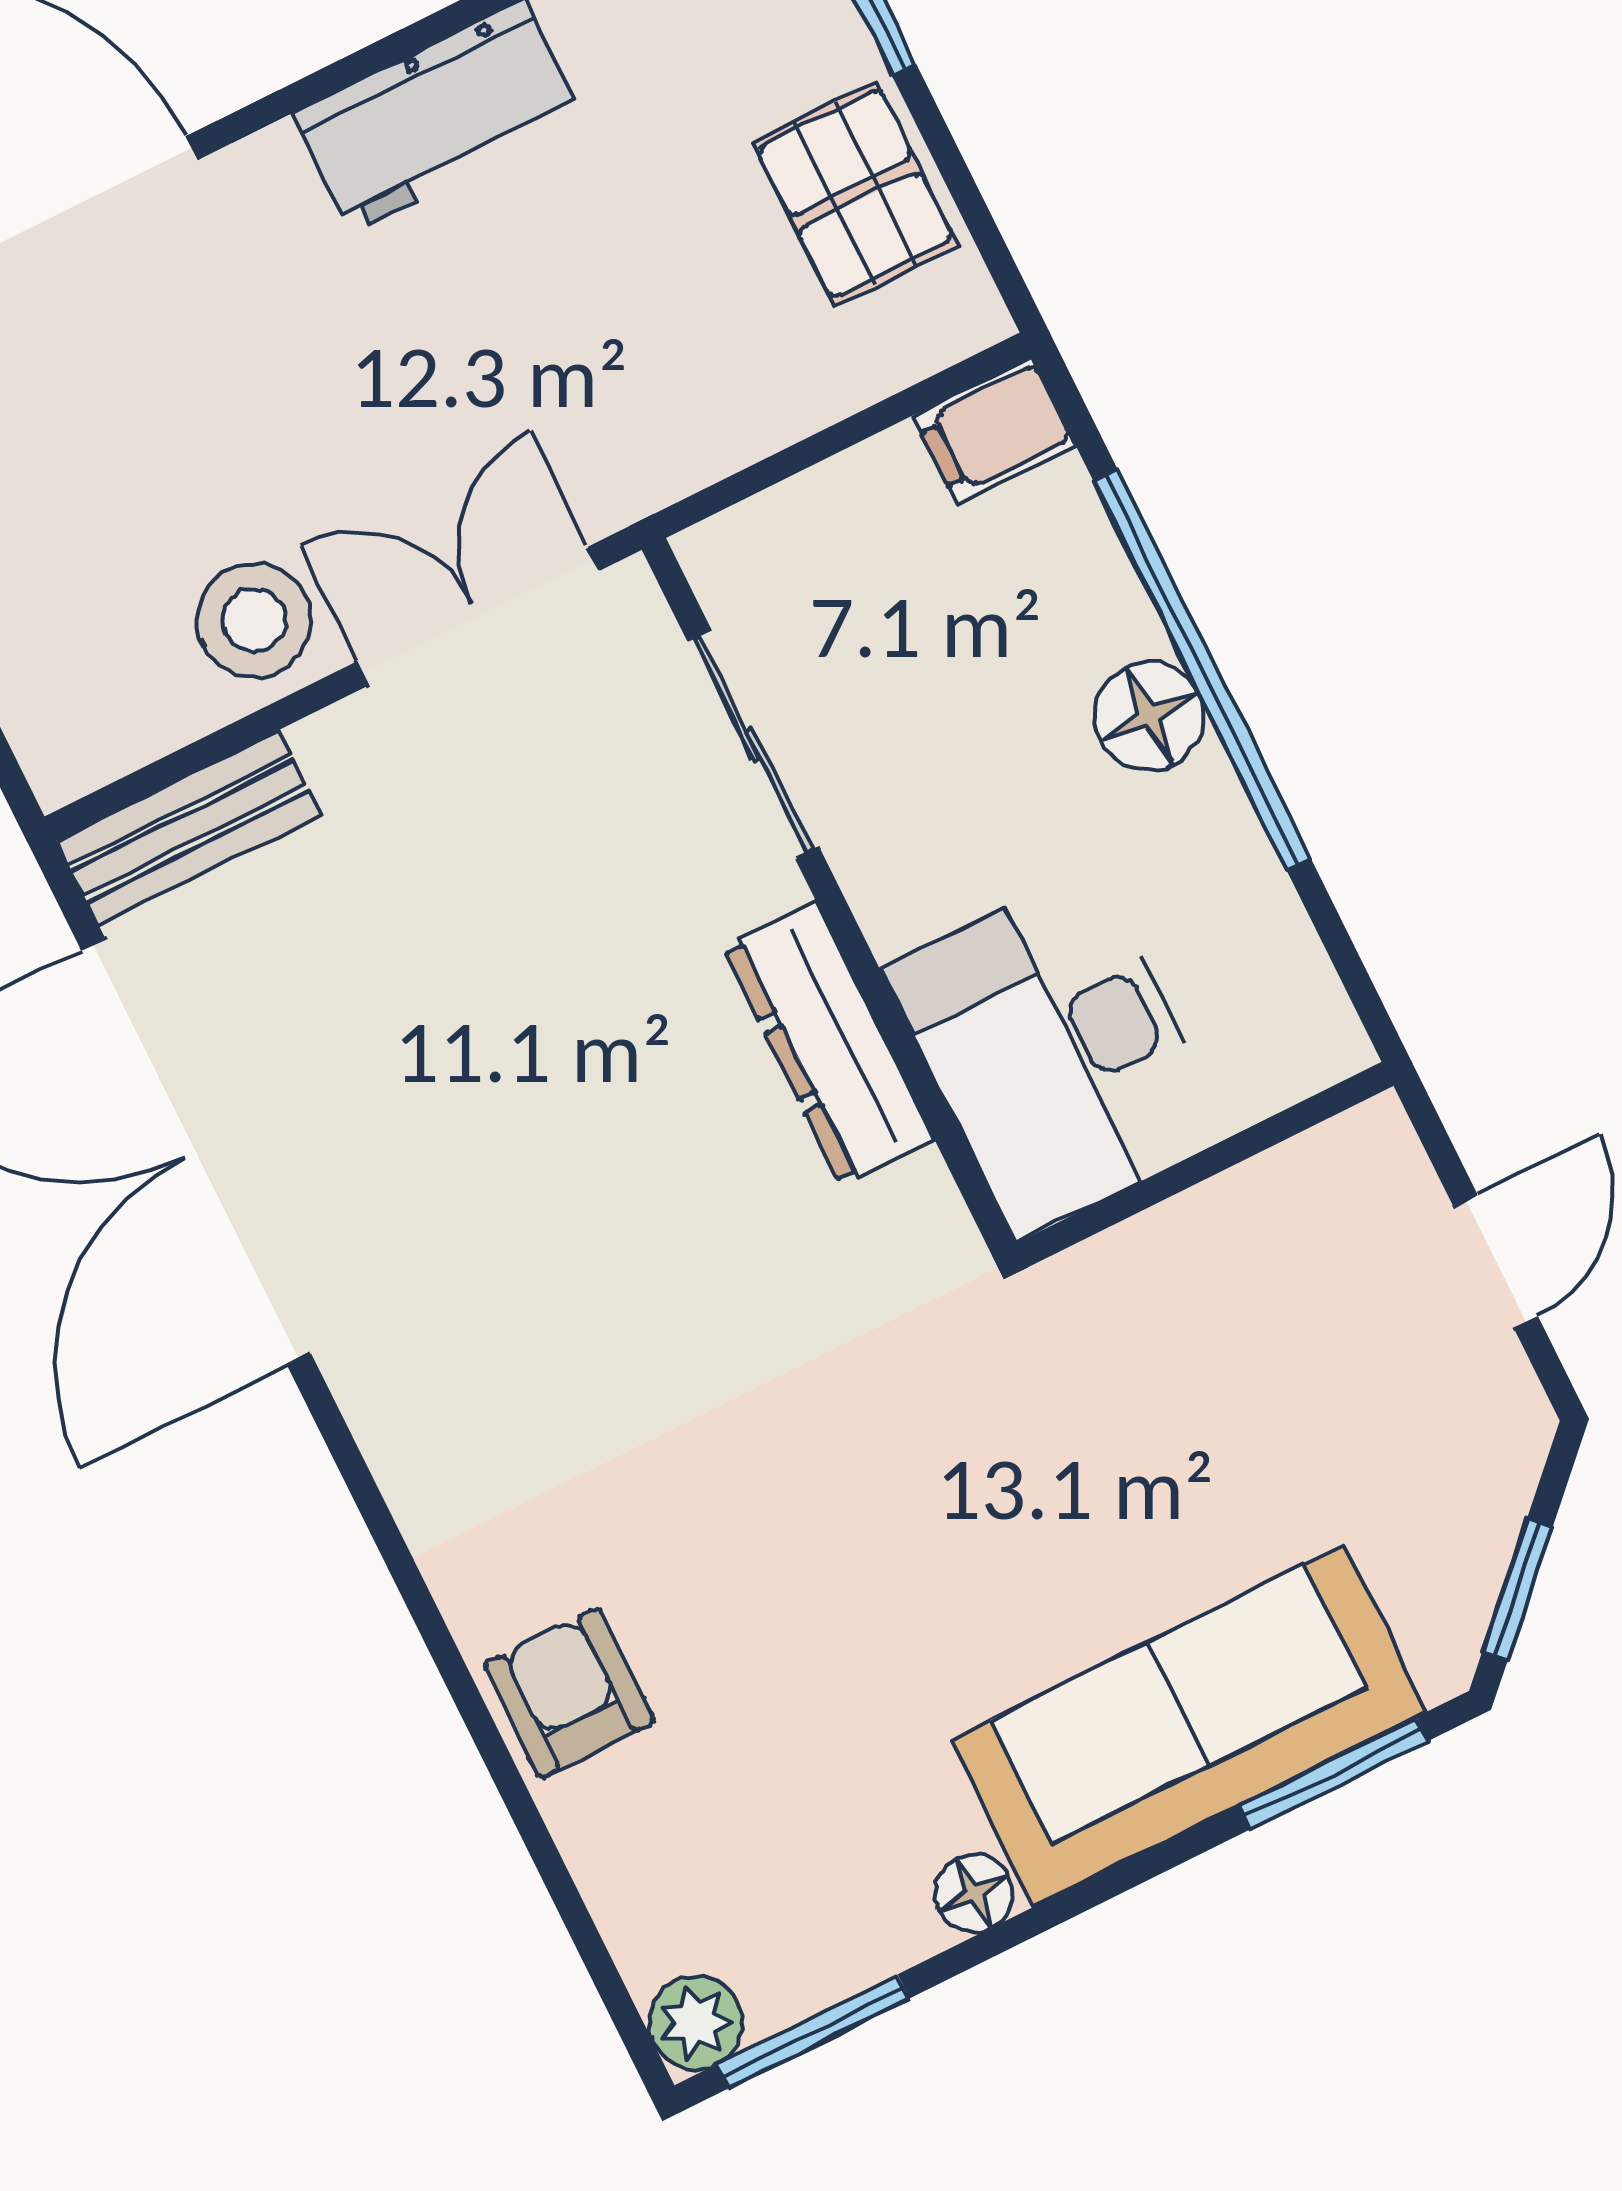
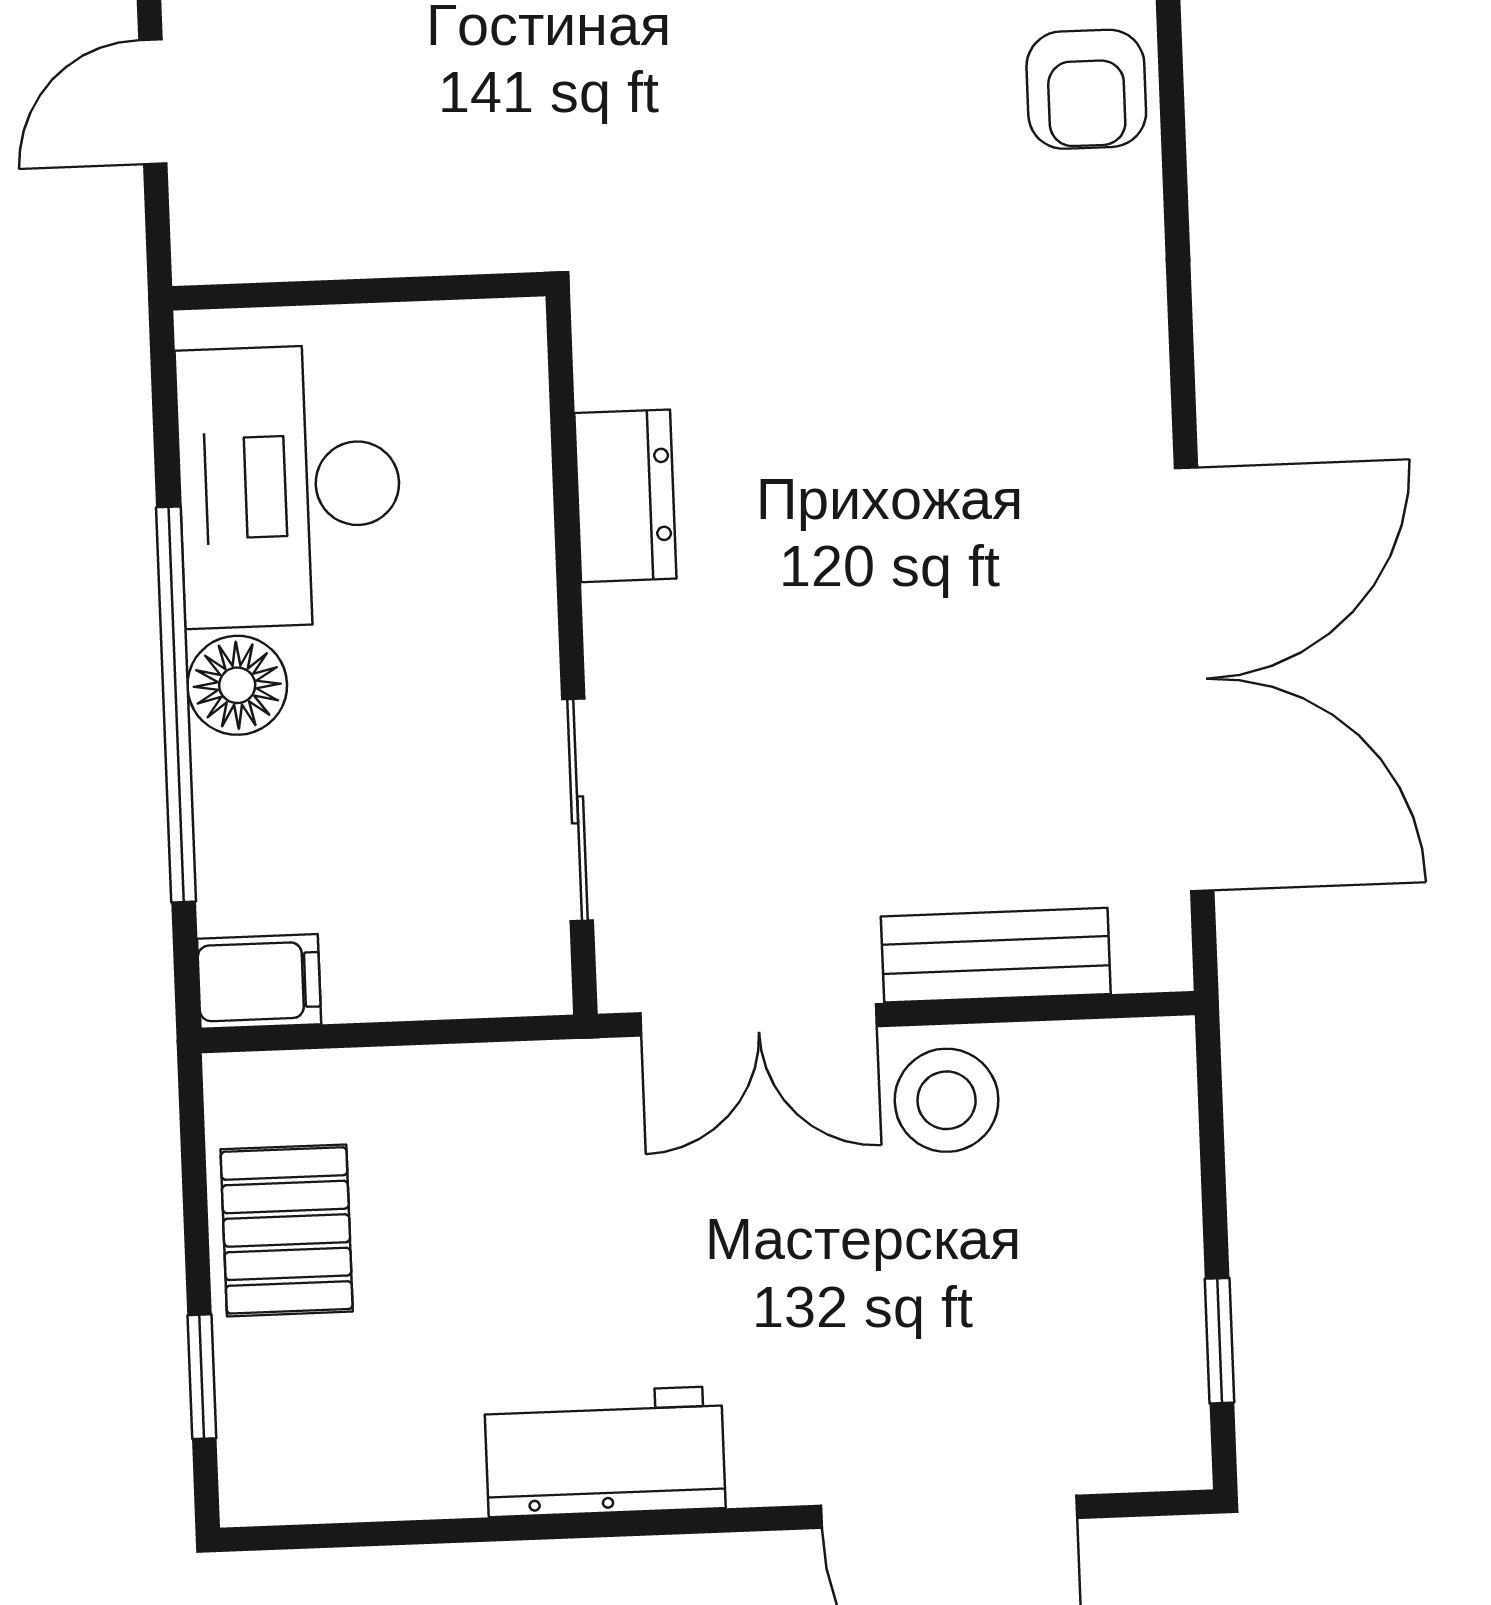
bench: (189, 828) -> (996, 955), moved
dresser: (829, 1043) -> (625, 496), width x0.70
desk: (1056, 1053) -> (290, 486), moved, turned 180

